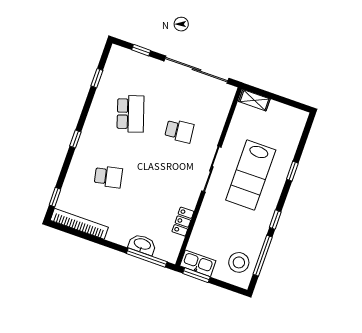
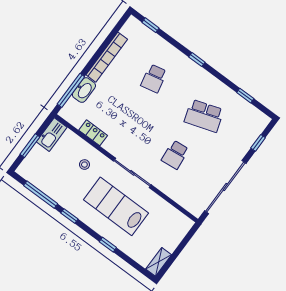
shelving: (254, 100) -> (159, 262), moved
bookcase: (79, 224) -> (107, 57), moved
stool: (239, 262) -> (84, 165), moved, width x0.53, depth x0.53
window: (196, 275) -> (30, 146), moved

